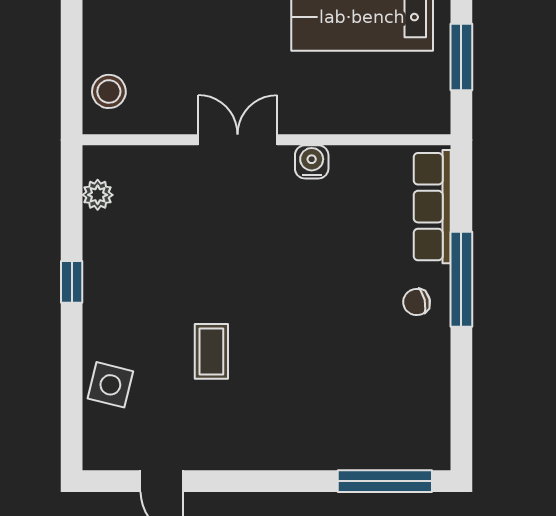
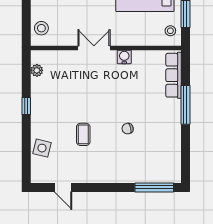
stool: (425, 98) -> (170, 31), added
chair: (417, 302) -> (128, 129), moved

